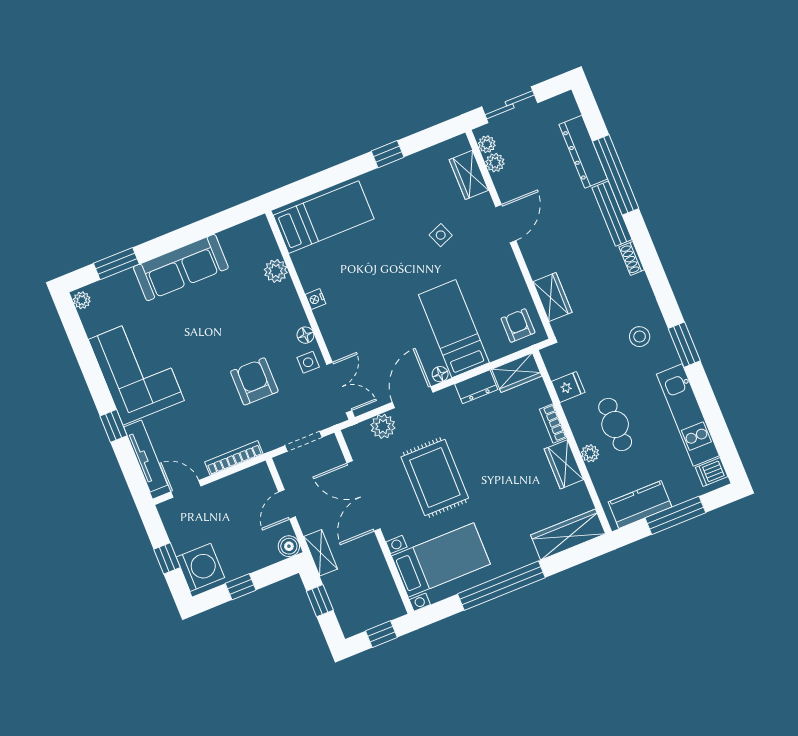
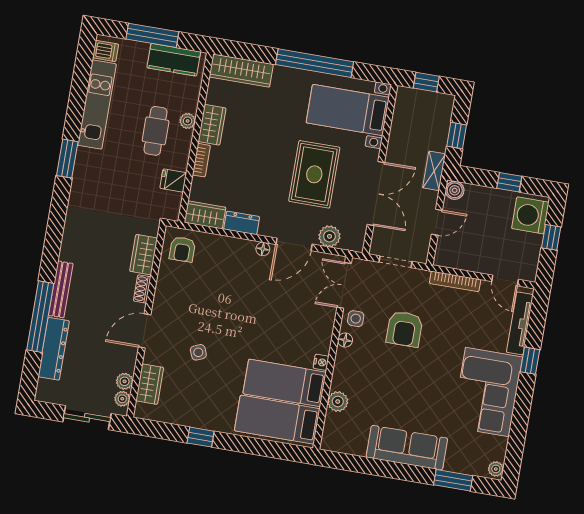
shoe rack: (632, 258) -> (142, 289), moved, turned 180
bed: (454, 329) -> (285, 383), moved, turned 90
stool: (640, 337) -> (97, 185), removed

